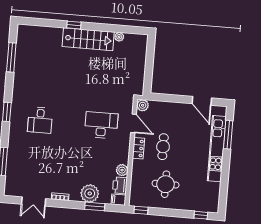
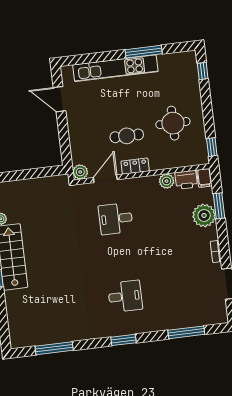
door: (202, 101) -> (60, 99), swing flipped
desk: (101, 125) -> (116, 219), width x0.73
window: (228, 135) -> (144, 52), moved

